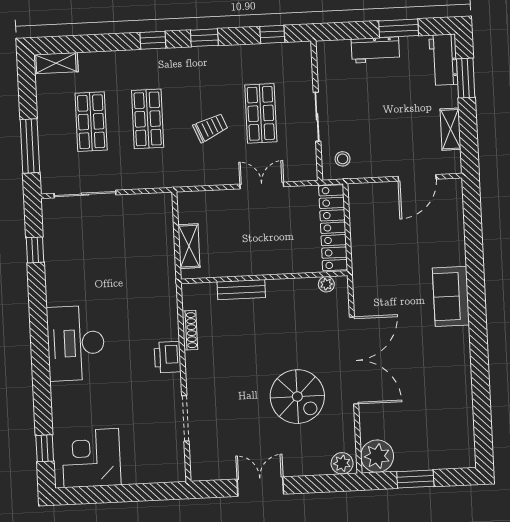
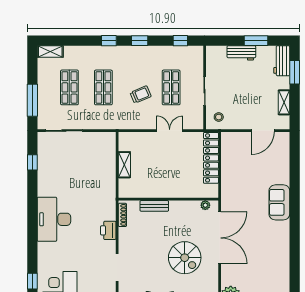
wall: (264, 277) -> (168, 199), moved
plant: (326, 284) -> (205, 205), moved
bench: (241, 290) -> (154, 206), moved

